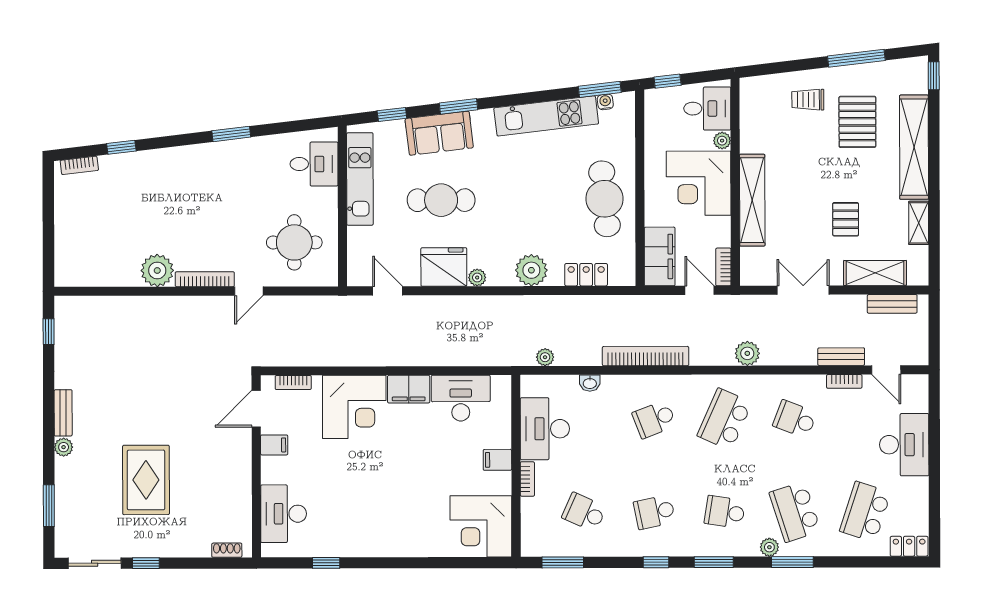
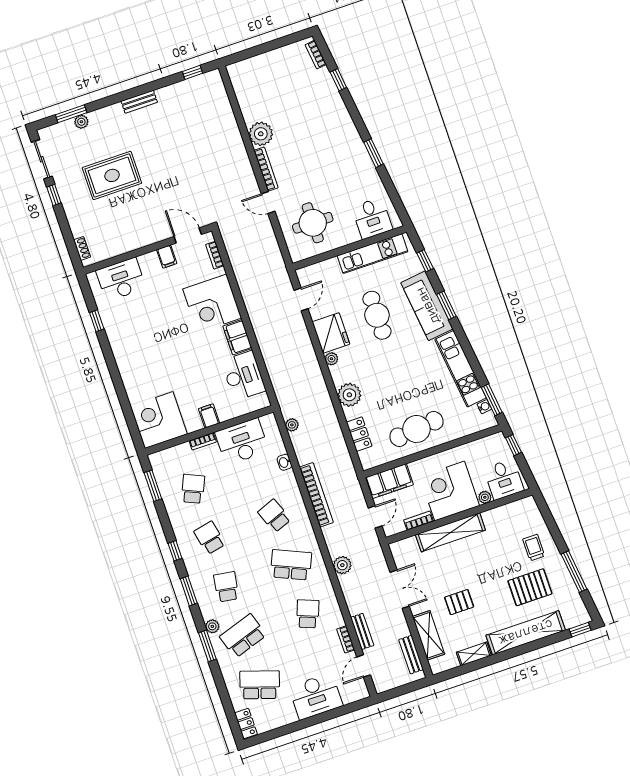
sofa: (439, 133) -> (427, 306), width x1.36
bookcase: (723, 267) -> (419, 521), moved
plant: (64, 447) -> (81, 122), moved

